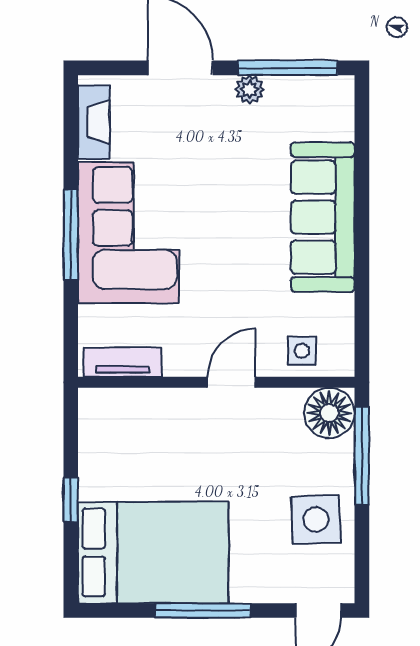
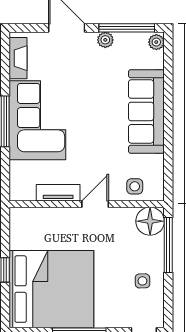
plant: (341, 93) -> (156, 42), added
tv unit: (123, 362) -> (58, 193), moved
side table: (316, 520) -> (142, 281), width x0.54, depth x0.54
bed: (153, 553) -> (51, 289), width x1.36

